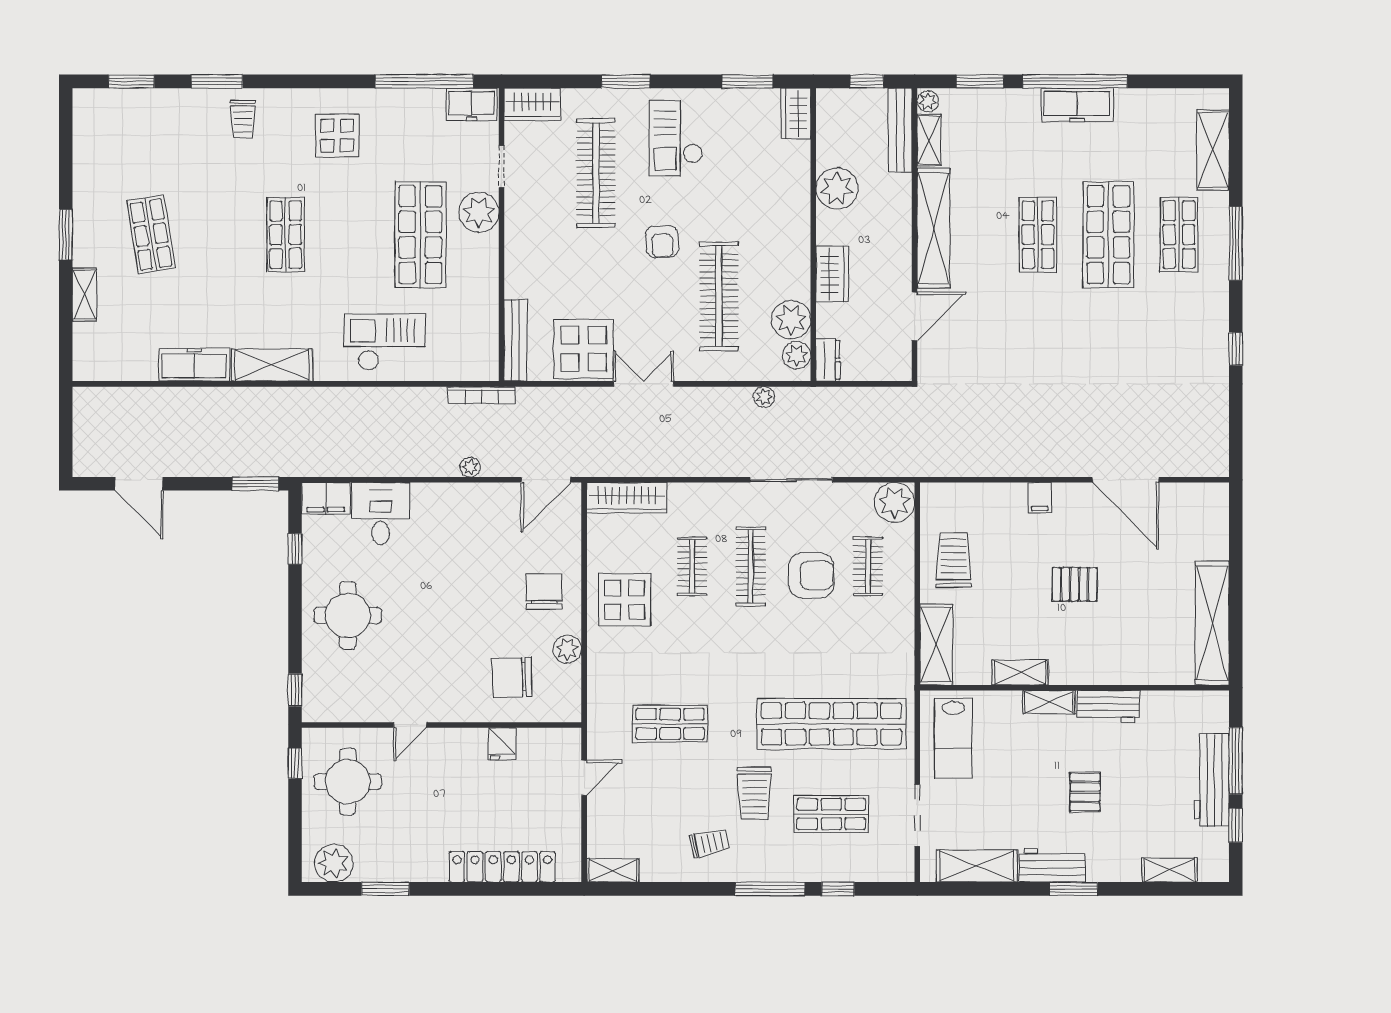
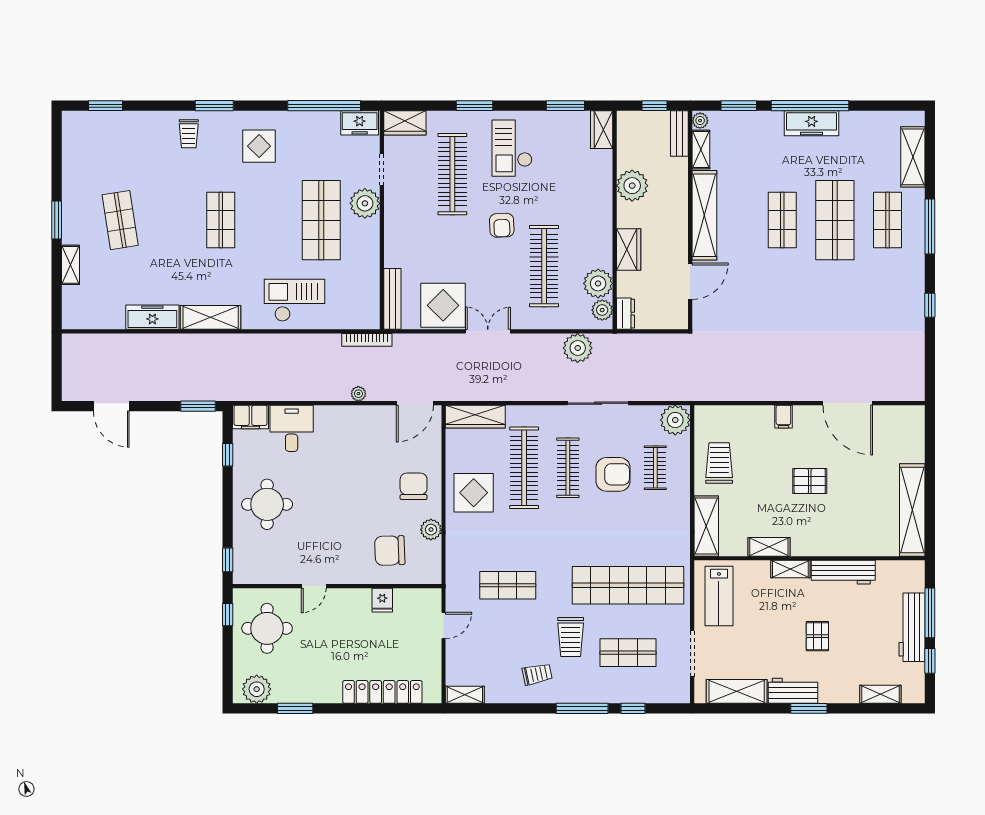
window: (217, 81) -> (214, 106), moved
bench: (900, 130) -> (679, 133), width x0.73
plant: (764, 397) -> (578, 348), width x1.87, depth x1.87
clothes rail: (692, 566) -> (524, 468), width x1.86, depth x1.31
workbench: (1108, 706) -> (843, 572), width x1.38

